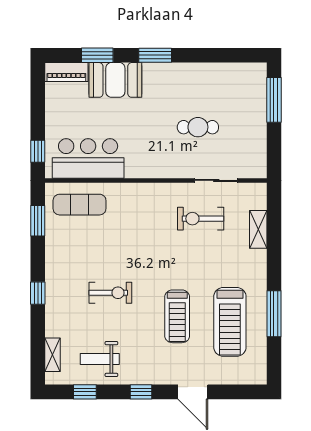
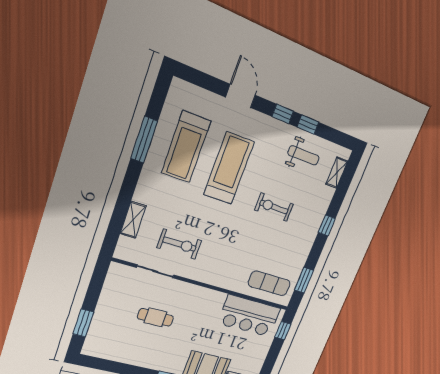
window: (274, 100) -> (83, 323), width x0.69
treadmill: (177, 316) -> (229, 168), width x1.37, depth x1.37
treadmill: (230, 322) -> (186, 147), turned 180
window: (85, 392) -> (308, 125), moved

